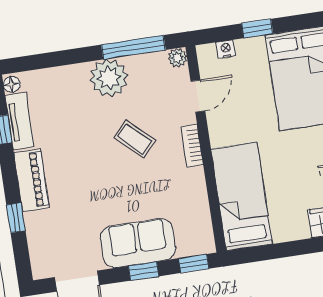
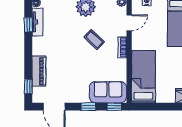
piano: (31, 180) -> (39, 71), moved
window: (16, 218) -> (28, 87), moved
sofa: (138, 243) -> (108, 92), moved

